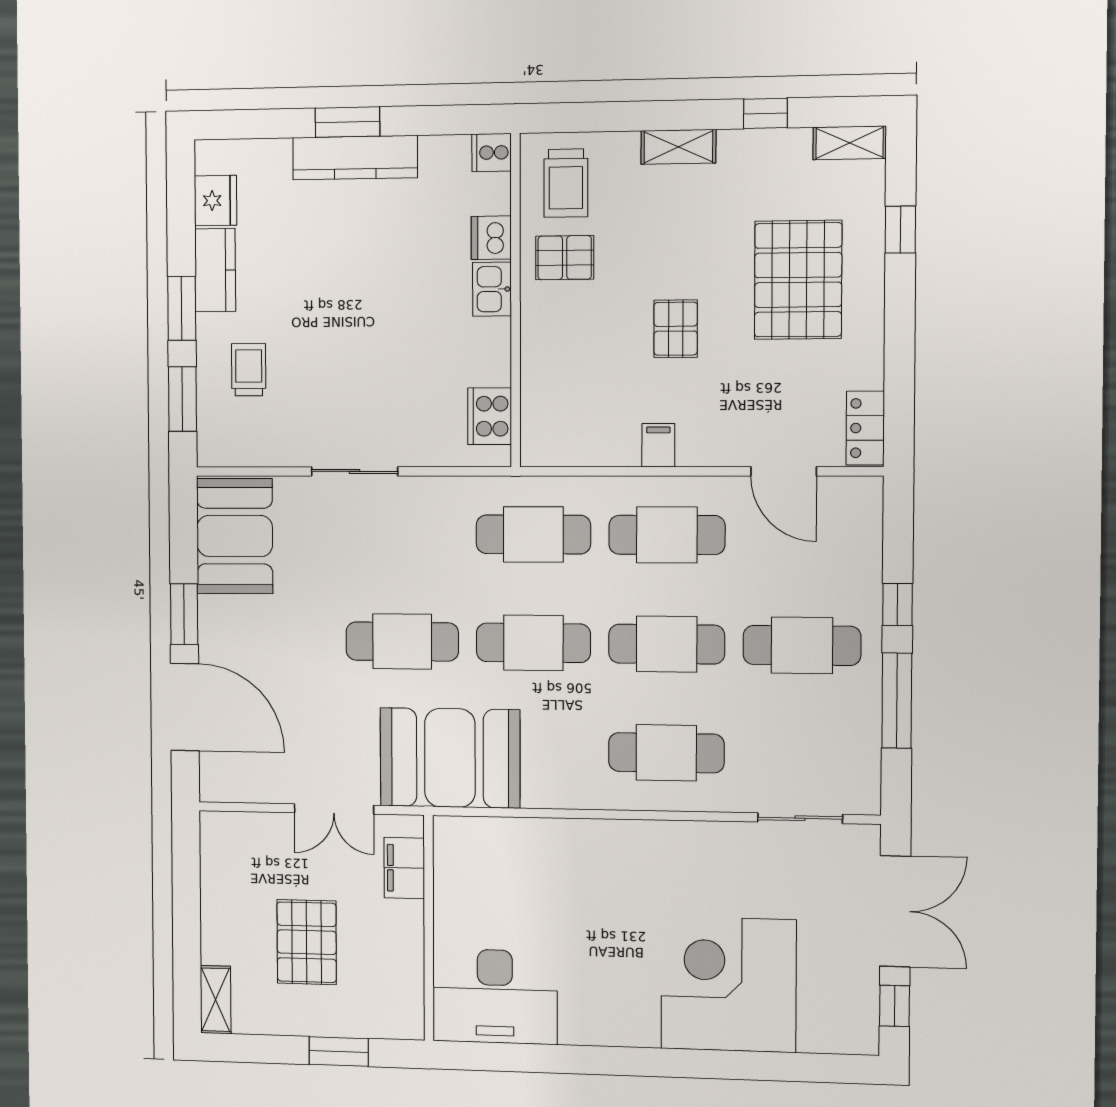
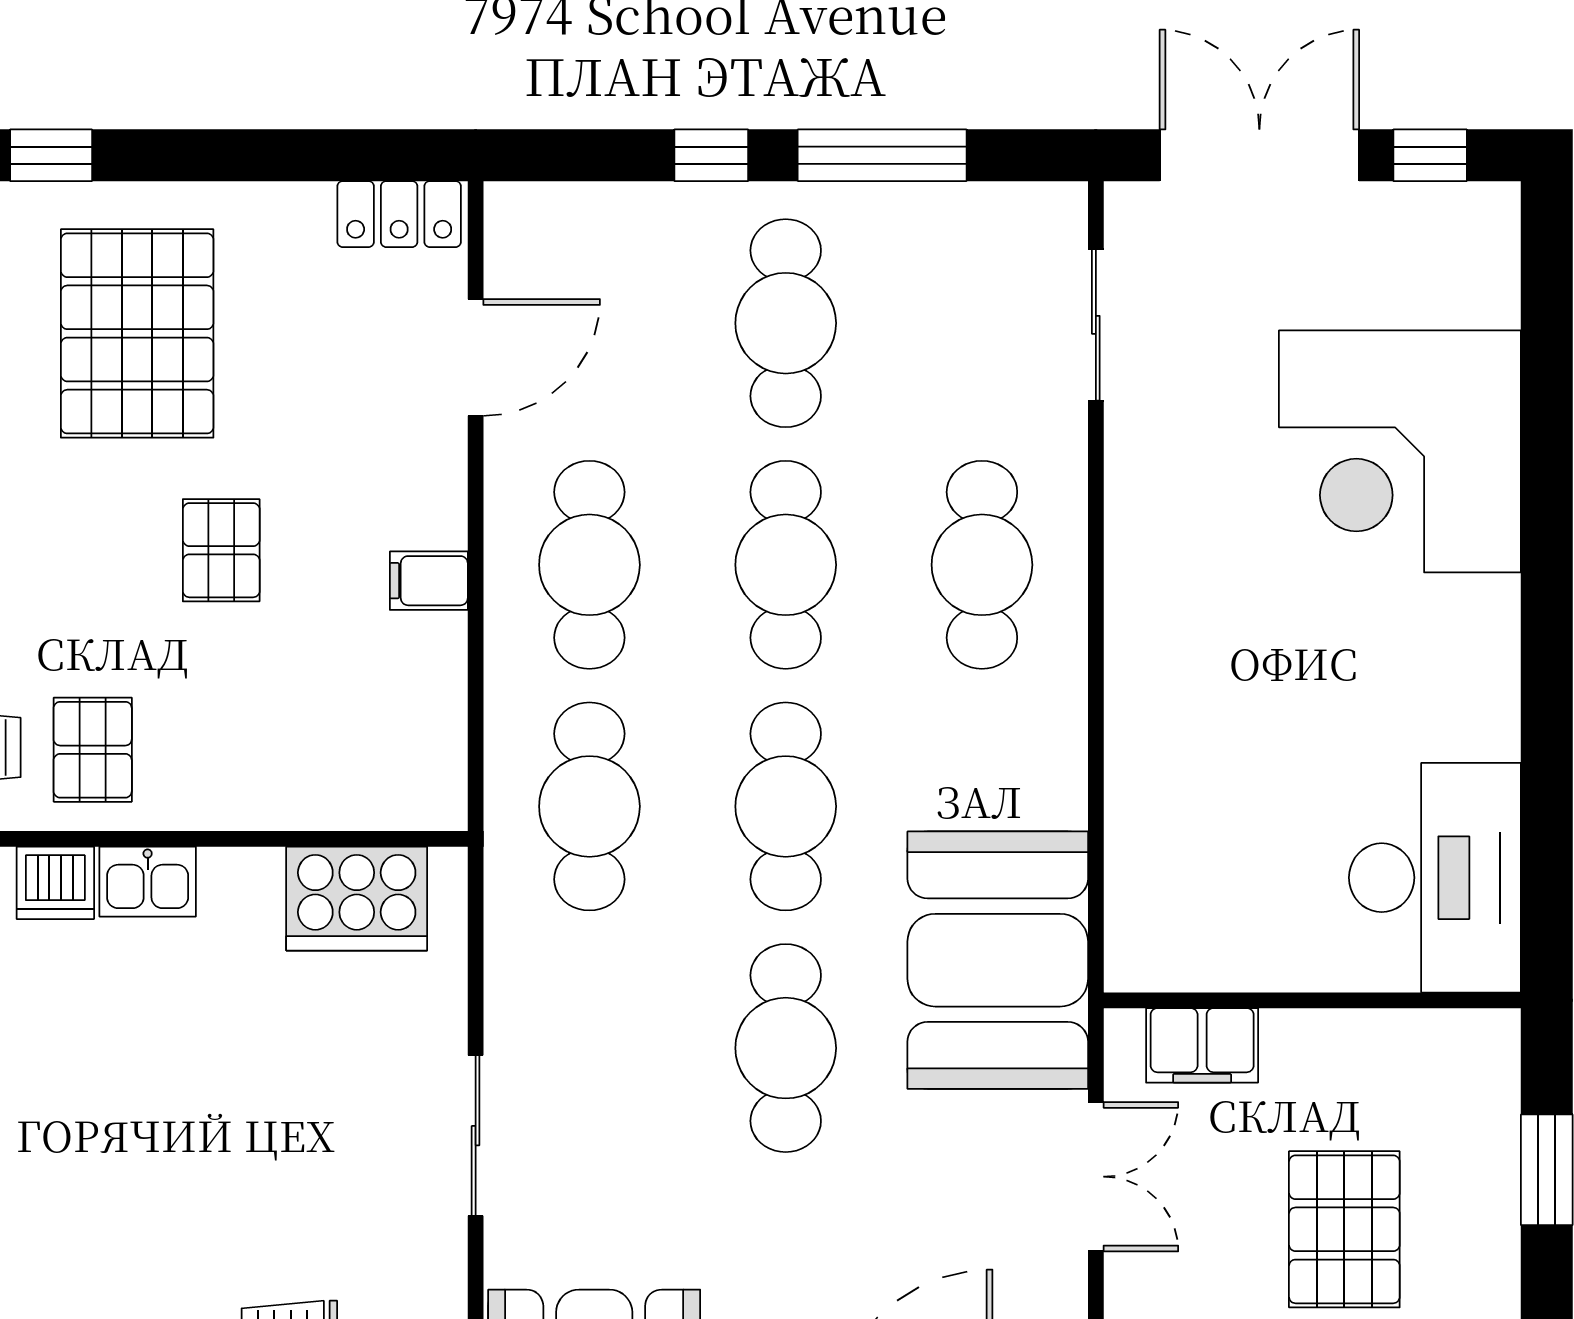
pallet: (798, 280) -> (137, 333), turned 90
pallet: (676, 329) -> (221, 550), turned 90
cooker: (490, 416) -> (357, 899), width x1.37, depth x1.31
pallet: (307, 942) -> (1344, 1229), turned 90

